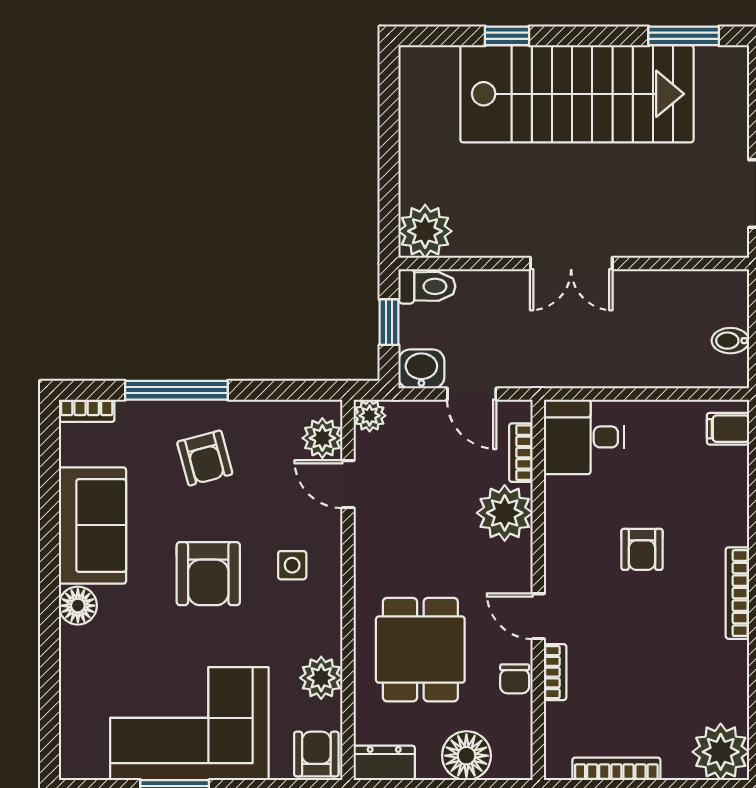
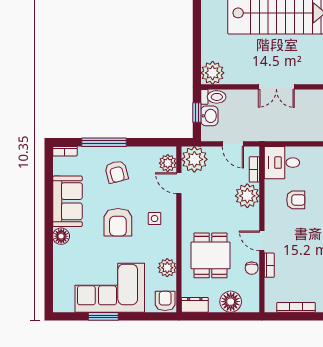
washbasin: (421, 369) -> (209, 116), moved, turned 90
plant: (370, 416) -> (194, 159), width x1.88, depth x1.88
armchair: (642, 549) -> (296, 200), moved, turned -90

